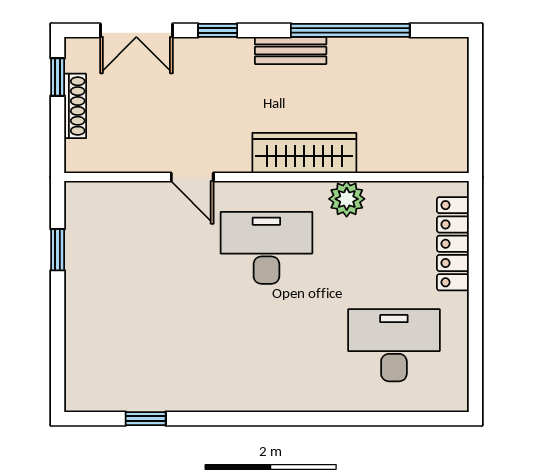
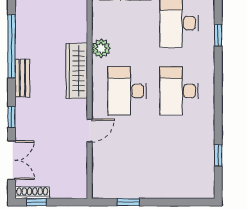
shoe rack: (75, 106) -> (32, 193), moved
desk: (266, 345) -> (179, 91), added
window: (371, 419) -> (218, 35), added

